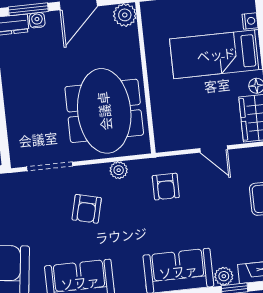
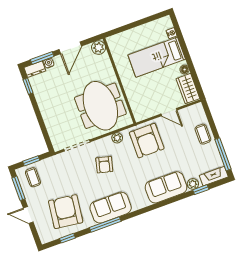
armchair: (166, 187) -> (147, 141), width x1.88, depth x1.88

